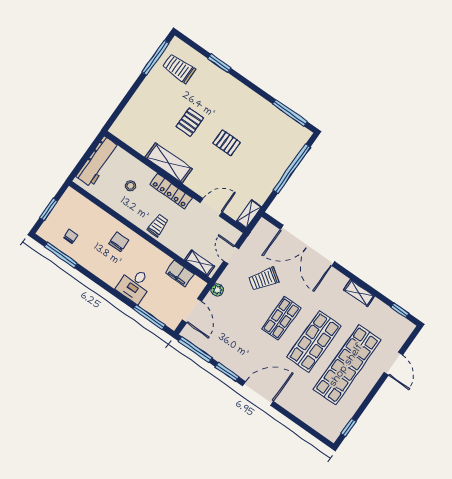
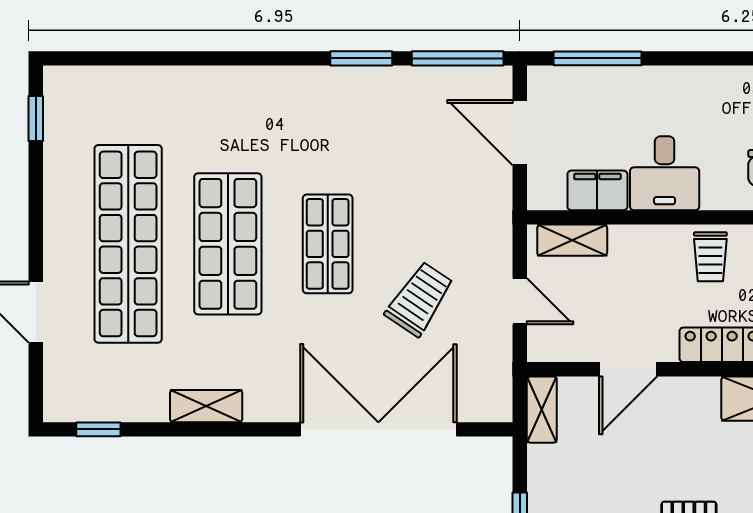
desk: (135, 285) -> (665, 173), moved, turned 180
plant: (217, 290) -> (498, 211), removed
door: (258, 394) -> (268, 58), removed

